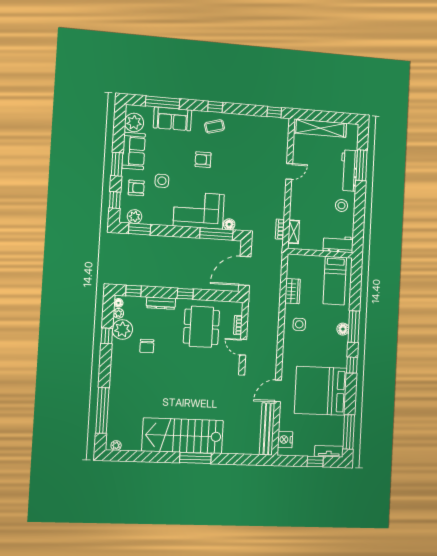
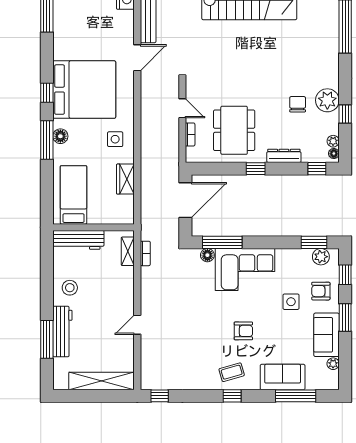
plant: (134, 122) -> (333, 364), width x0.53, depth x0.53
workbench: (338, 244) -> (78, 240), width x1.38
plant: (122, 329) -> (327, 100), moved
bed: (321, 391) -> (84, 90), moved

